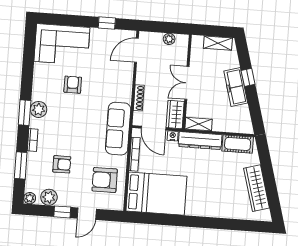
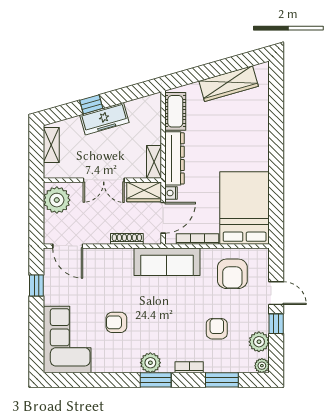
plant: (169, 39) -> (57, 200), width x1.87, depth x1.87

